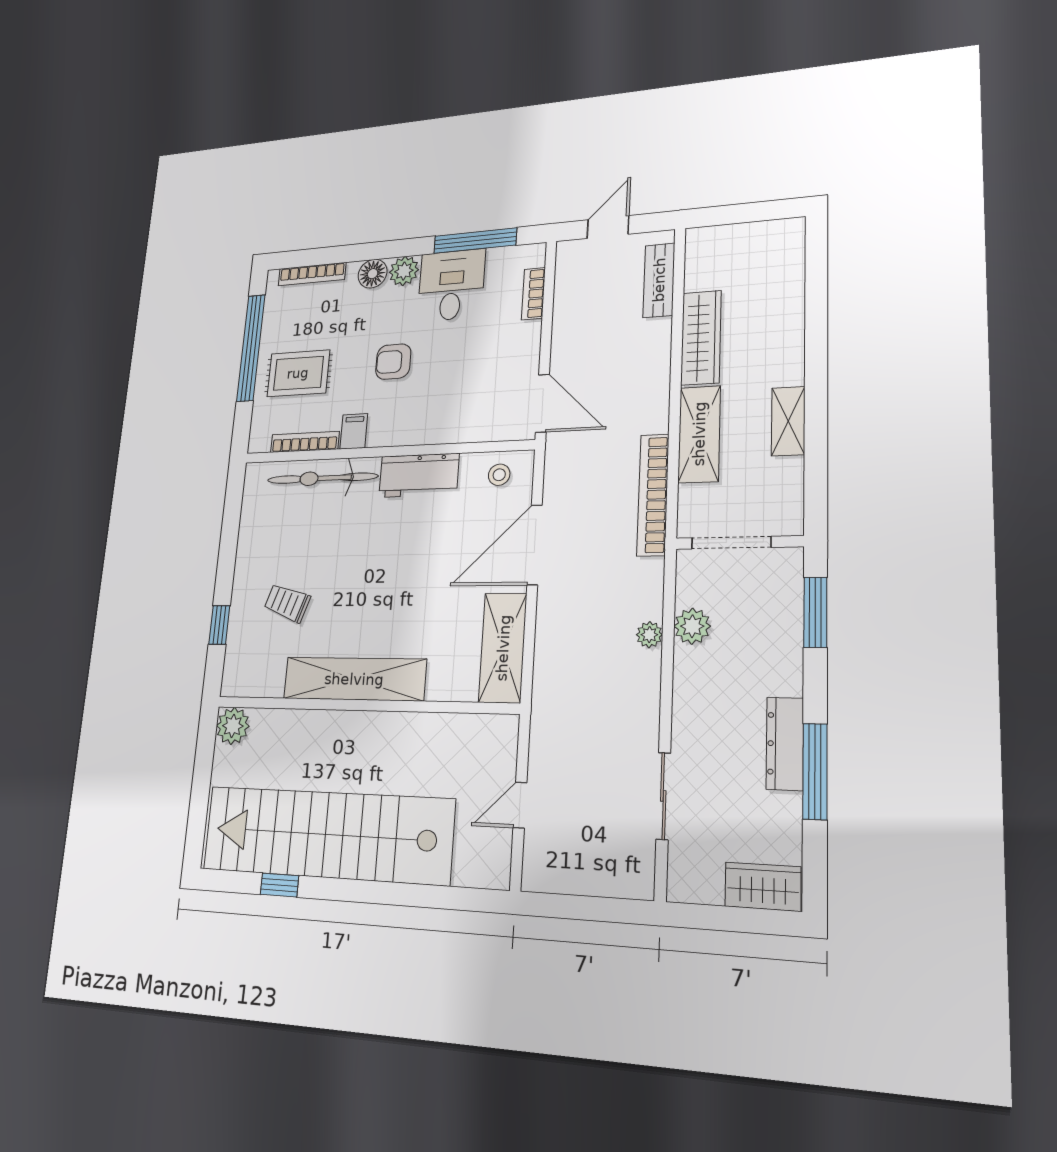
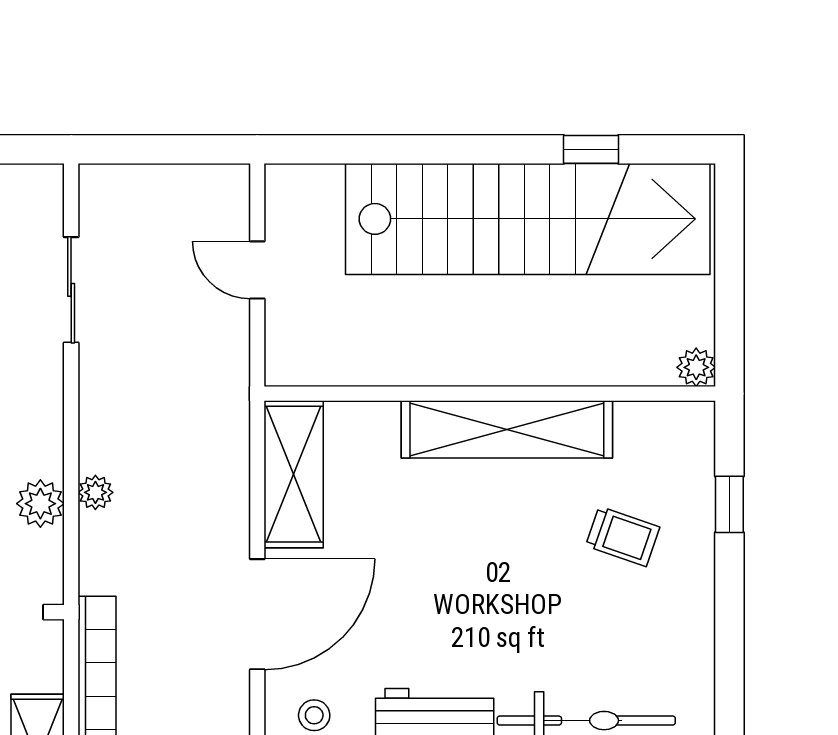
plant: (233, 726) -> (696, 367), width x0.73, depth x0.73
door: (520, 805) -> (257, 270), swing flipped

